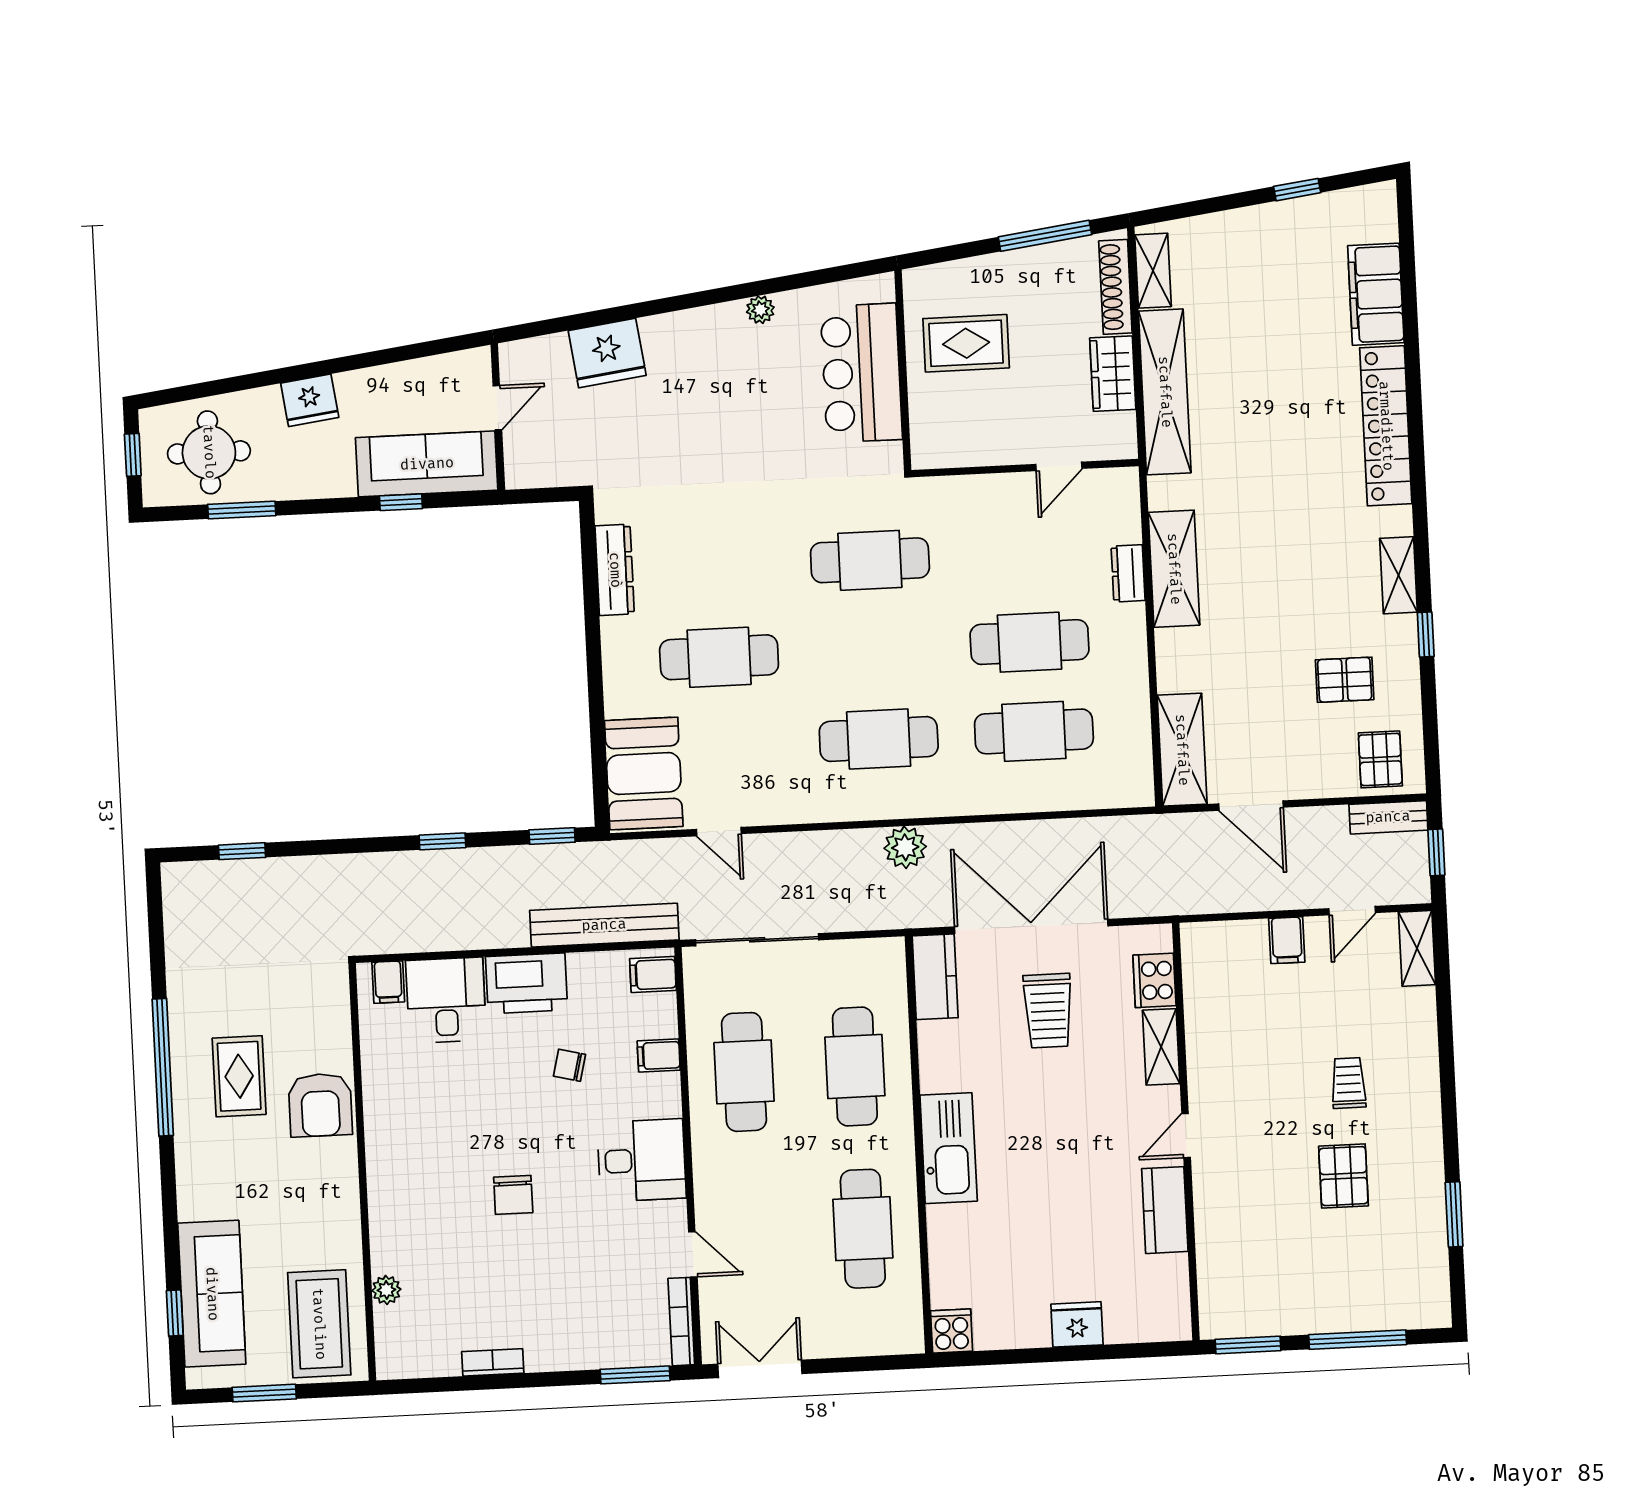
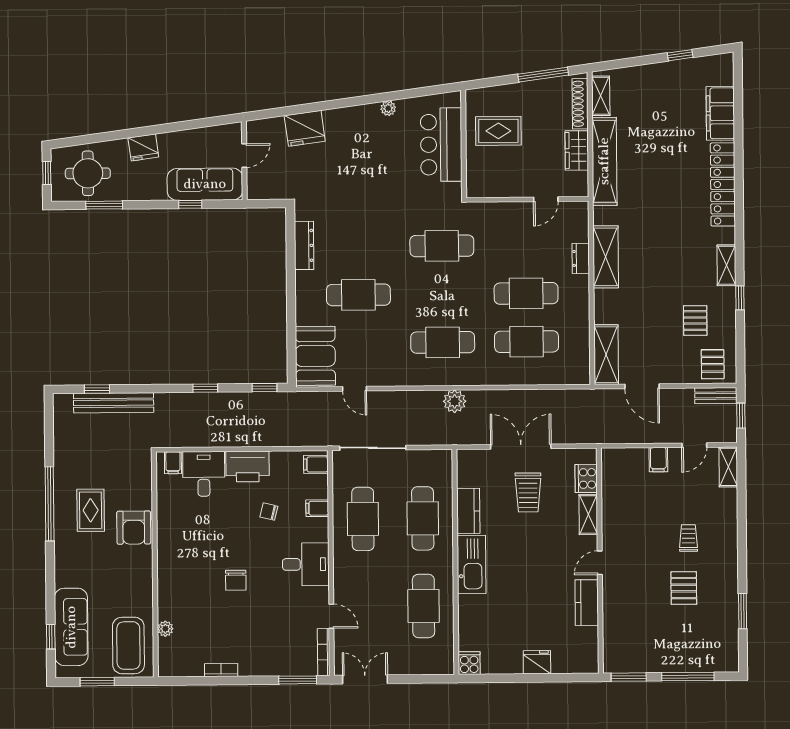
pallet: (1345, 680) -> (695, 320), turned 90
bench: (604, 925) -> (114, 403), moved
double door: (1031, 926) -> (521, 447), width x0.73
kitchen counter: (935, 977) -> (468, 511), moved

